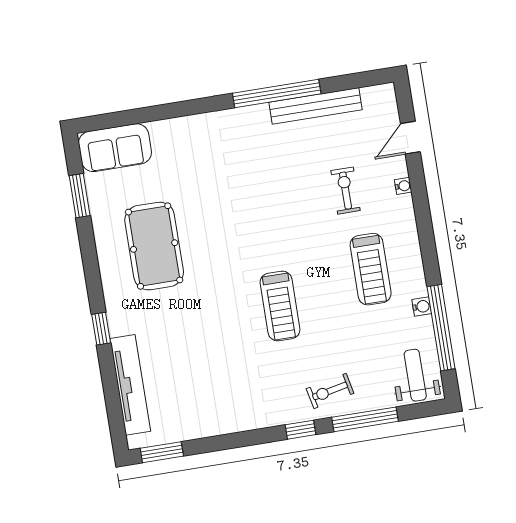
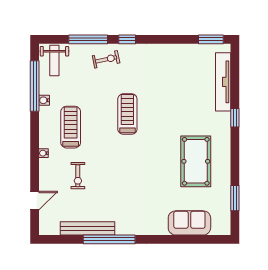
sofa: (115, 148) -> (189, 223), moved
water cooler: (403, 186) -> (44, 153), moved

